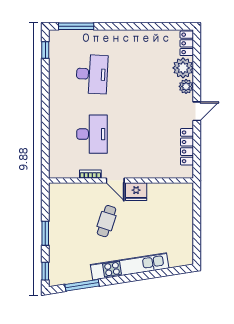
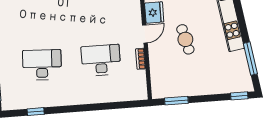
window: (45, 50) -> (36, 112), moved
cafe table: (107, 221) -> (185, 39), turned 58
window: (45, 233) -> (176, 101), moved

